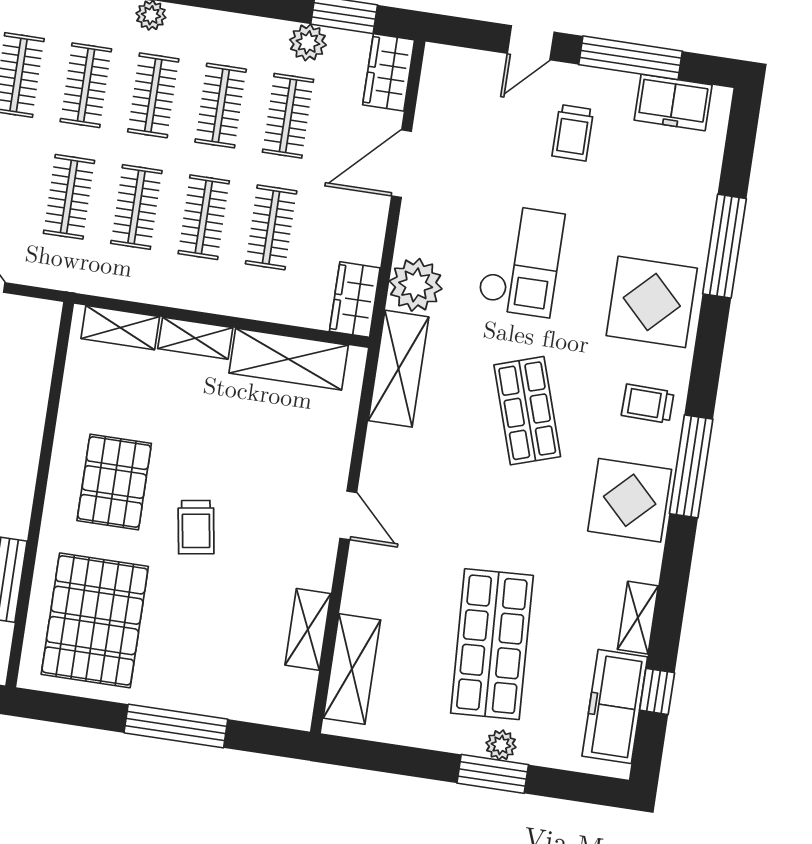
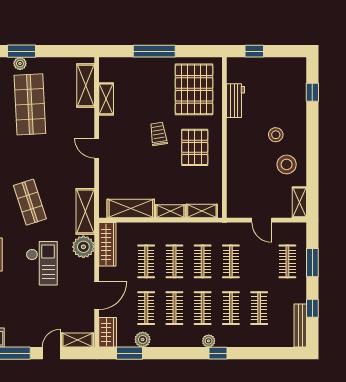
shelving: (463, 65) -> (77, 340), added
trolley: (573, 133) -> (28, 319), removed
checkout: (521, 261) -> (42, 263), turned 180
wardrobe: (355, 300) -> (107, 244), width x1.50

